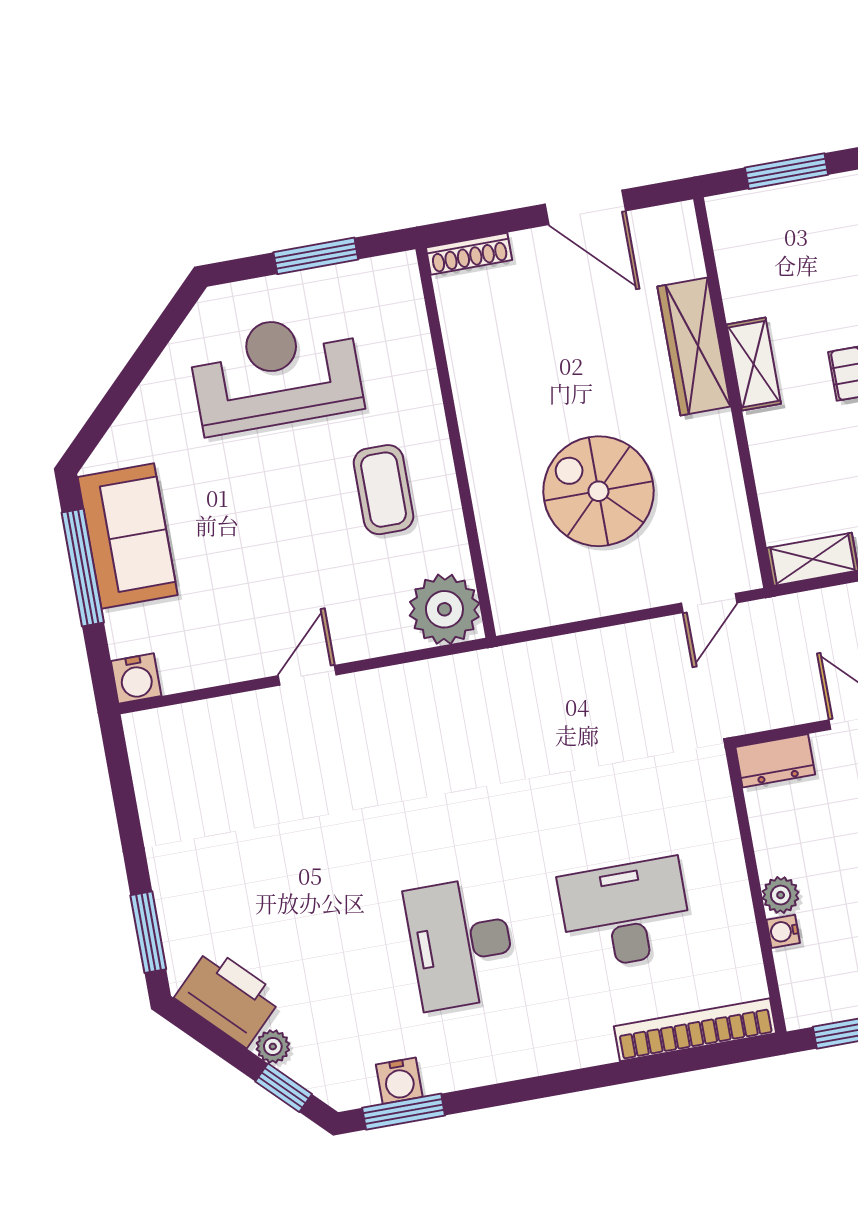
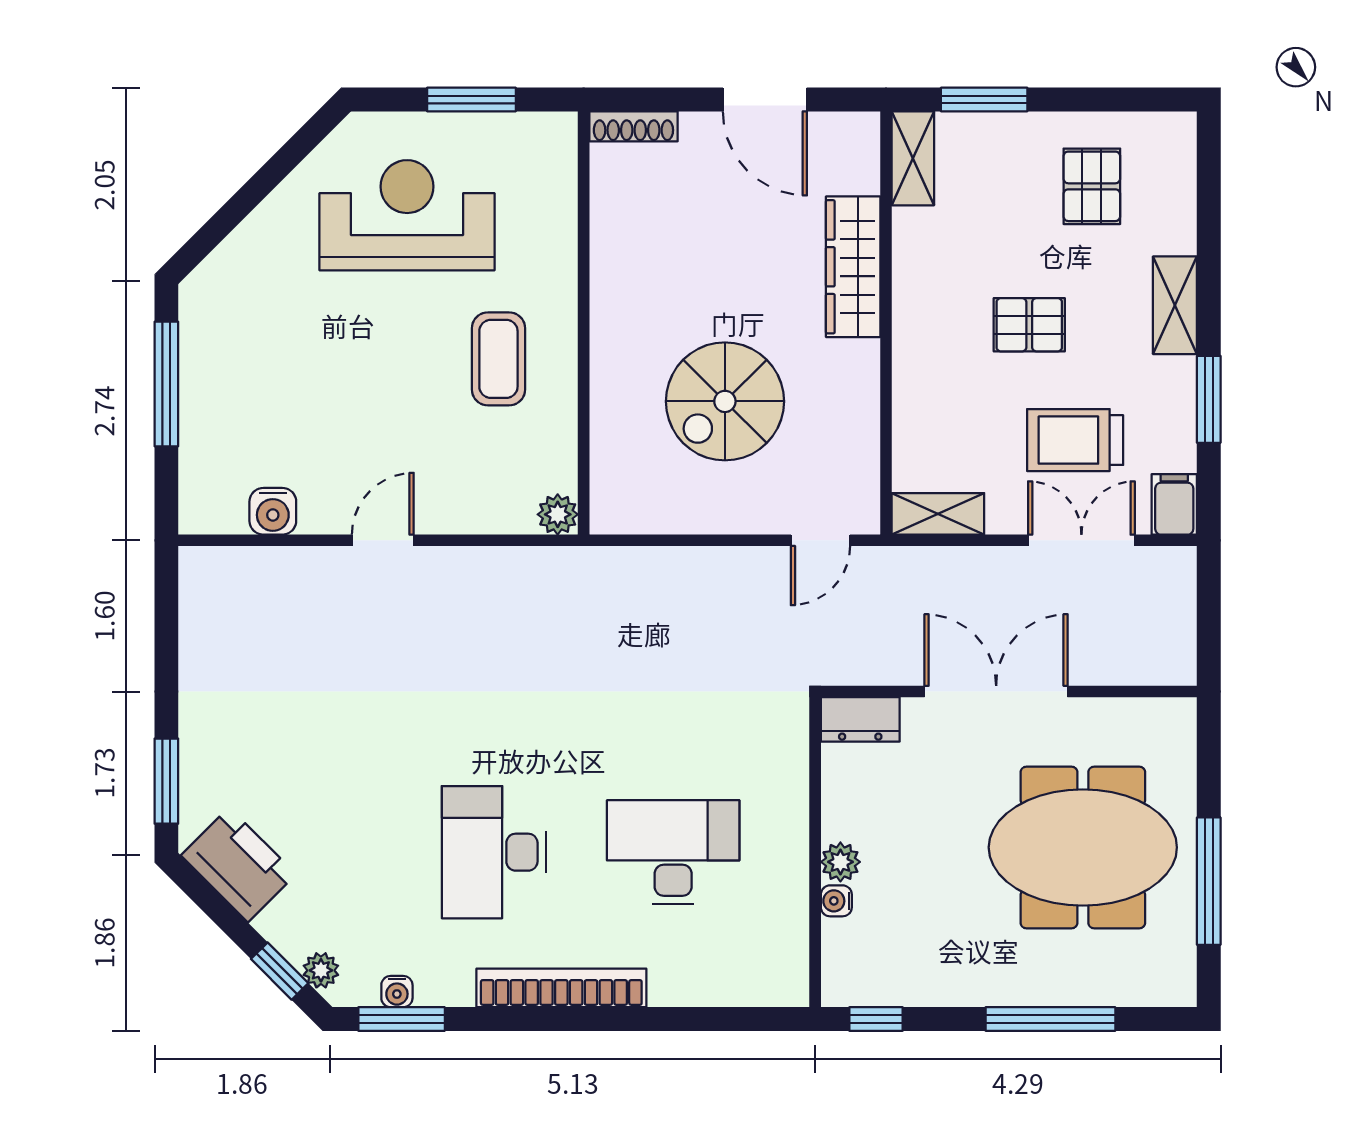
shelving: (754, 364) -> (913, 158), moved
spiral stairs: (598, 491) -> (725, 401), turned -90
sofa: (128, 536) -> (220, 359), removed
plant: (444, 609) -> (558, 514), width x0.53, depth x0.53
water cooler: (136, 679) -> (273, 511), moved
bookcase: (695, 1030) -> (561, 988), moved
plant: (273, 1047) -> (321, 970), moved
water cooler: (399, 1081) -> (397, 992), width x0.72, depth x0.72

